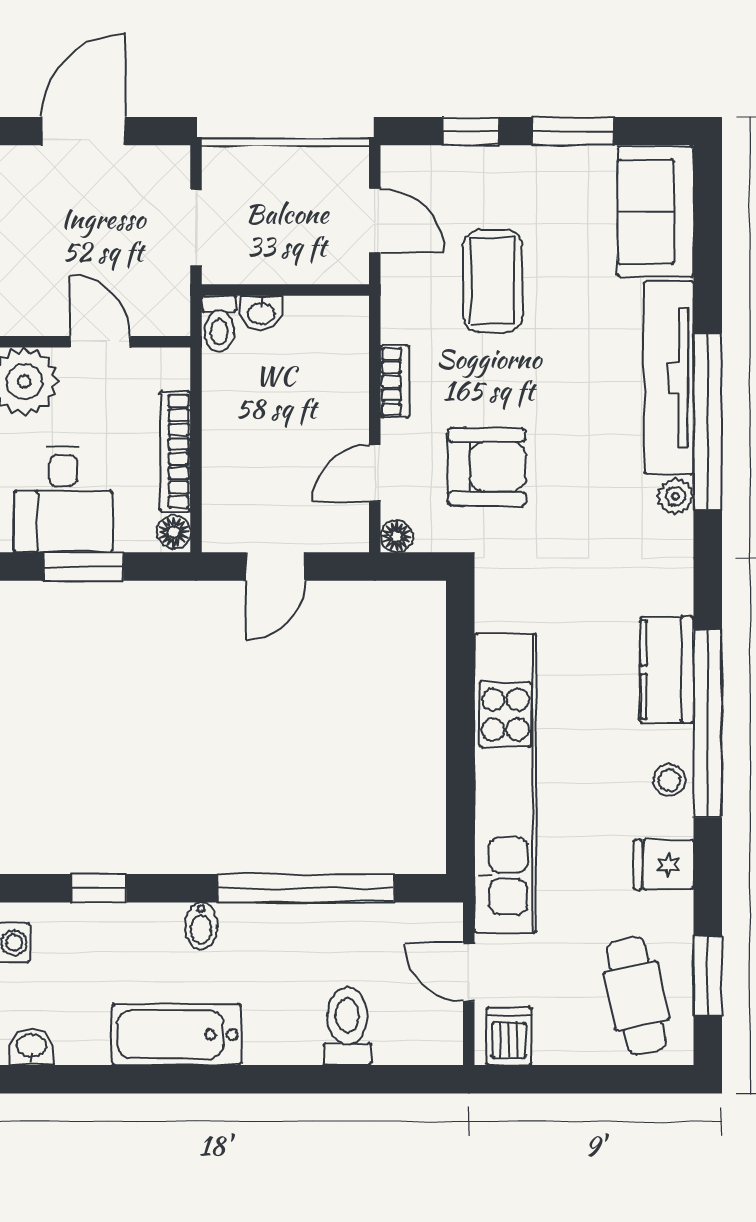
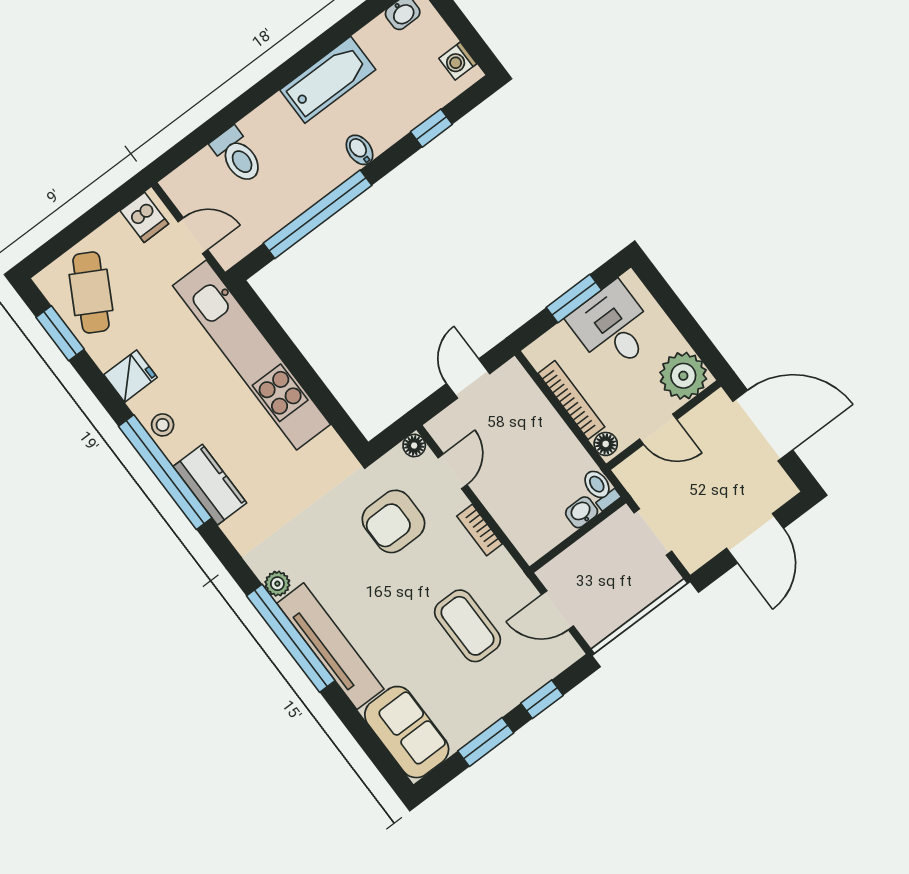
floor lamp: (174, 532) -> (606, 444), moved
cafe table: (636, 996) -> (91, 292), turned 41

